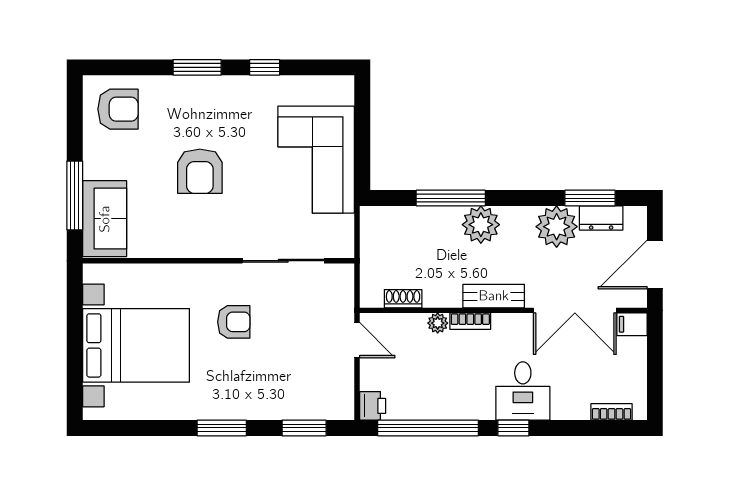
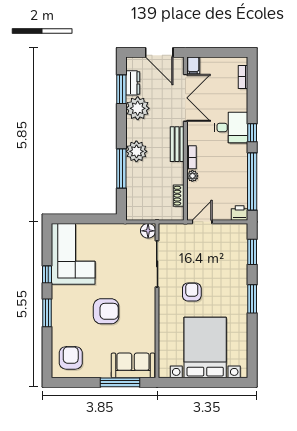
corner sofa: (316, 160) -> (73, 254), moved, turned -90
floor lamp: (341, 245) -> (148, 231), added

